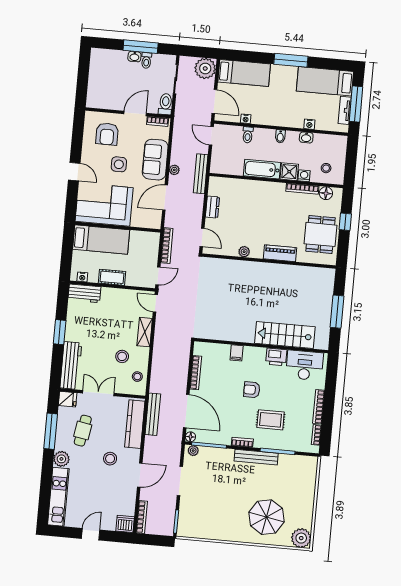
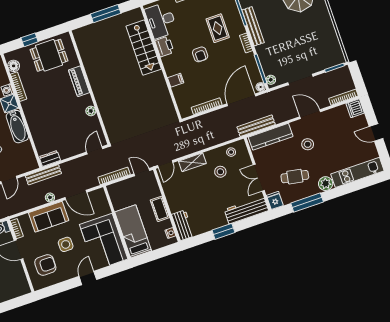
dresser: (212, 207) -> (50, 159), moved

